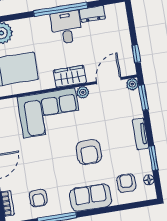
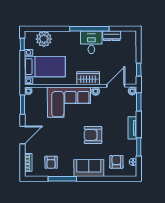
armchair: (89, 152) -> (93, 135), turned 90

